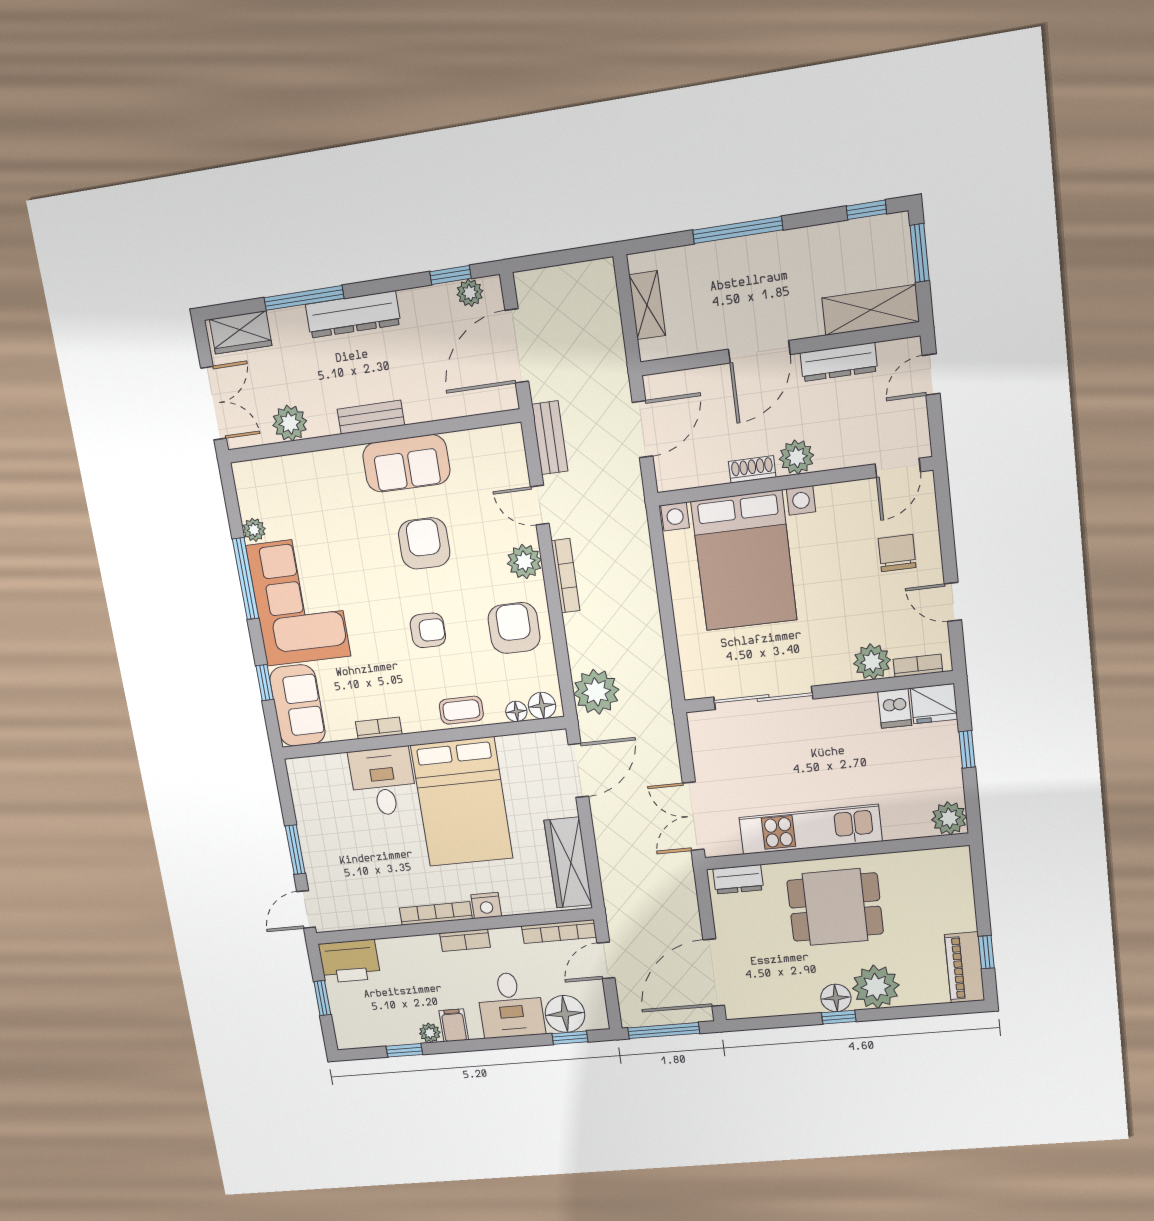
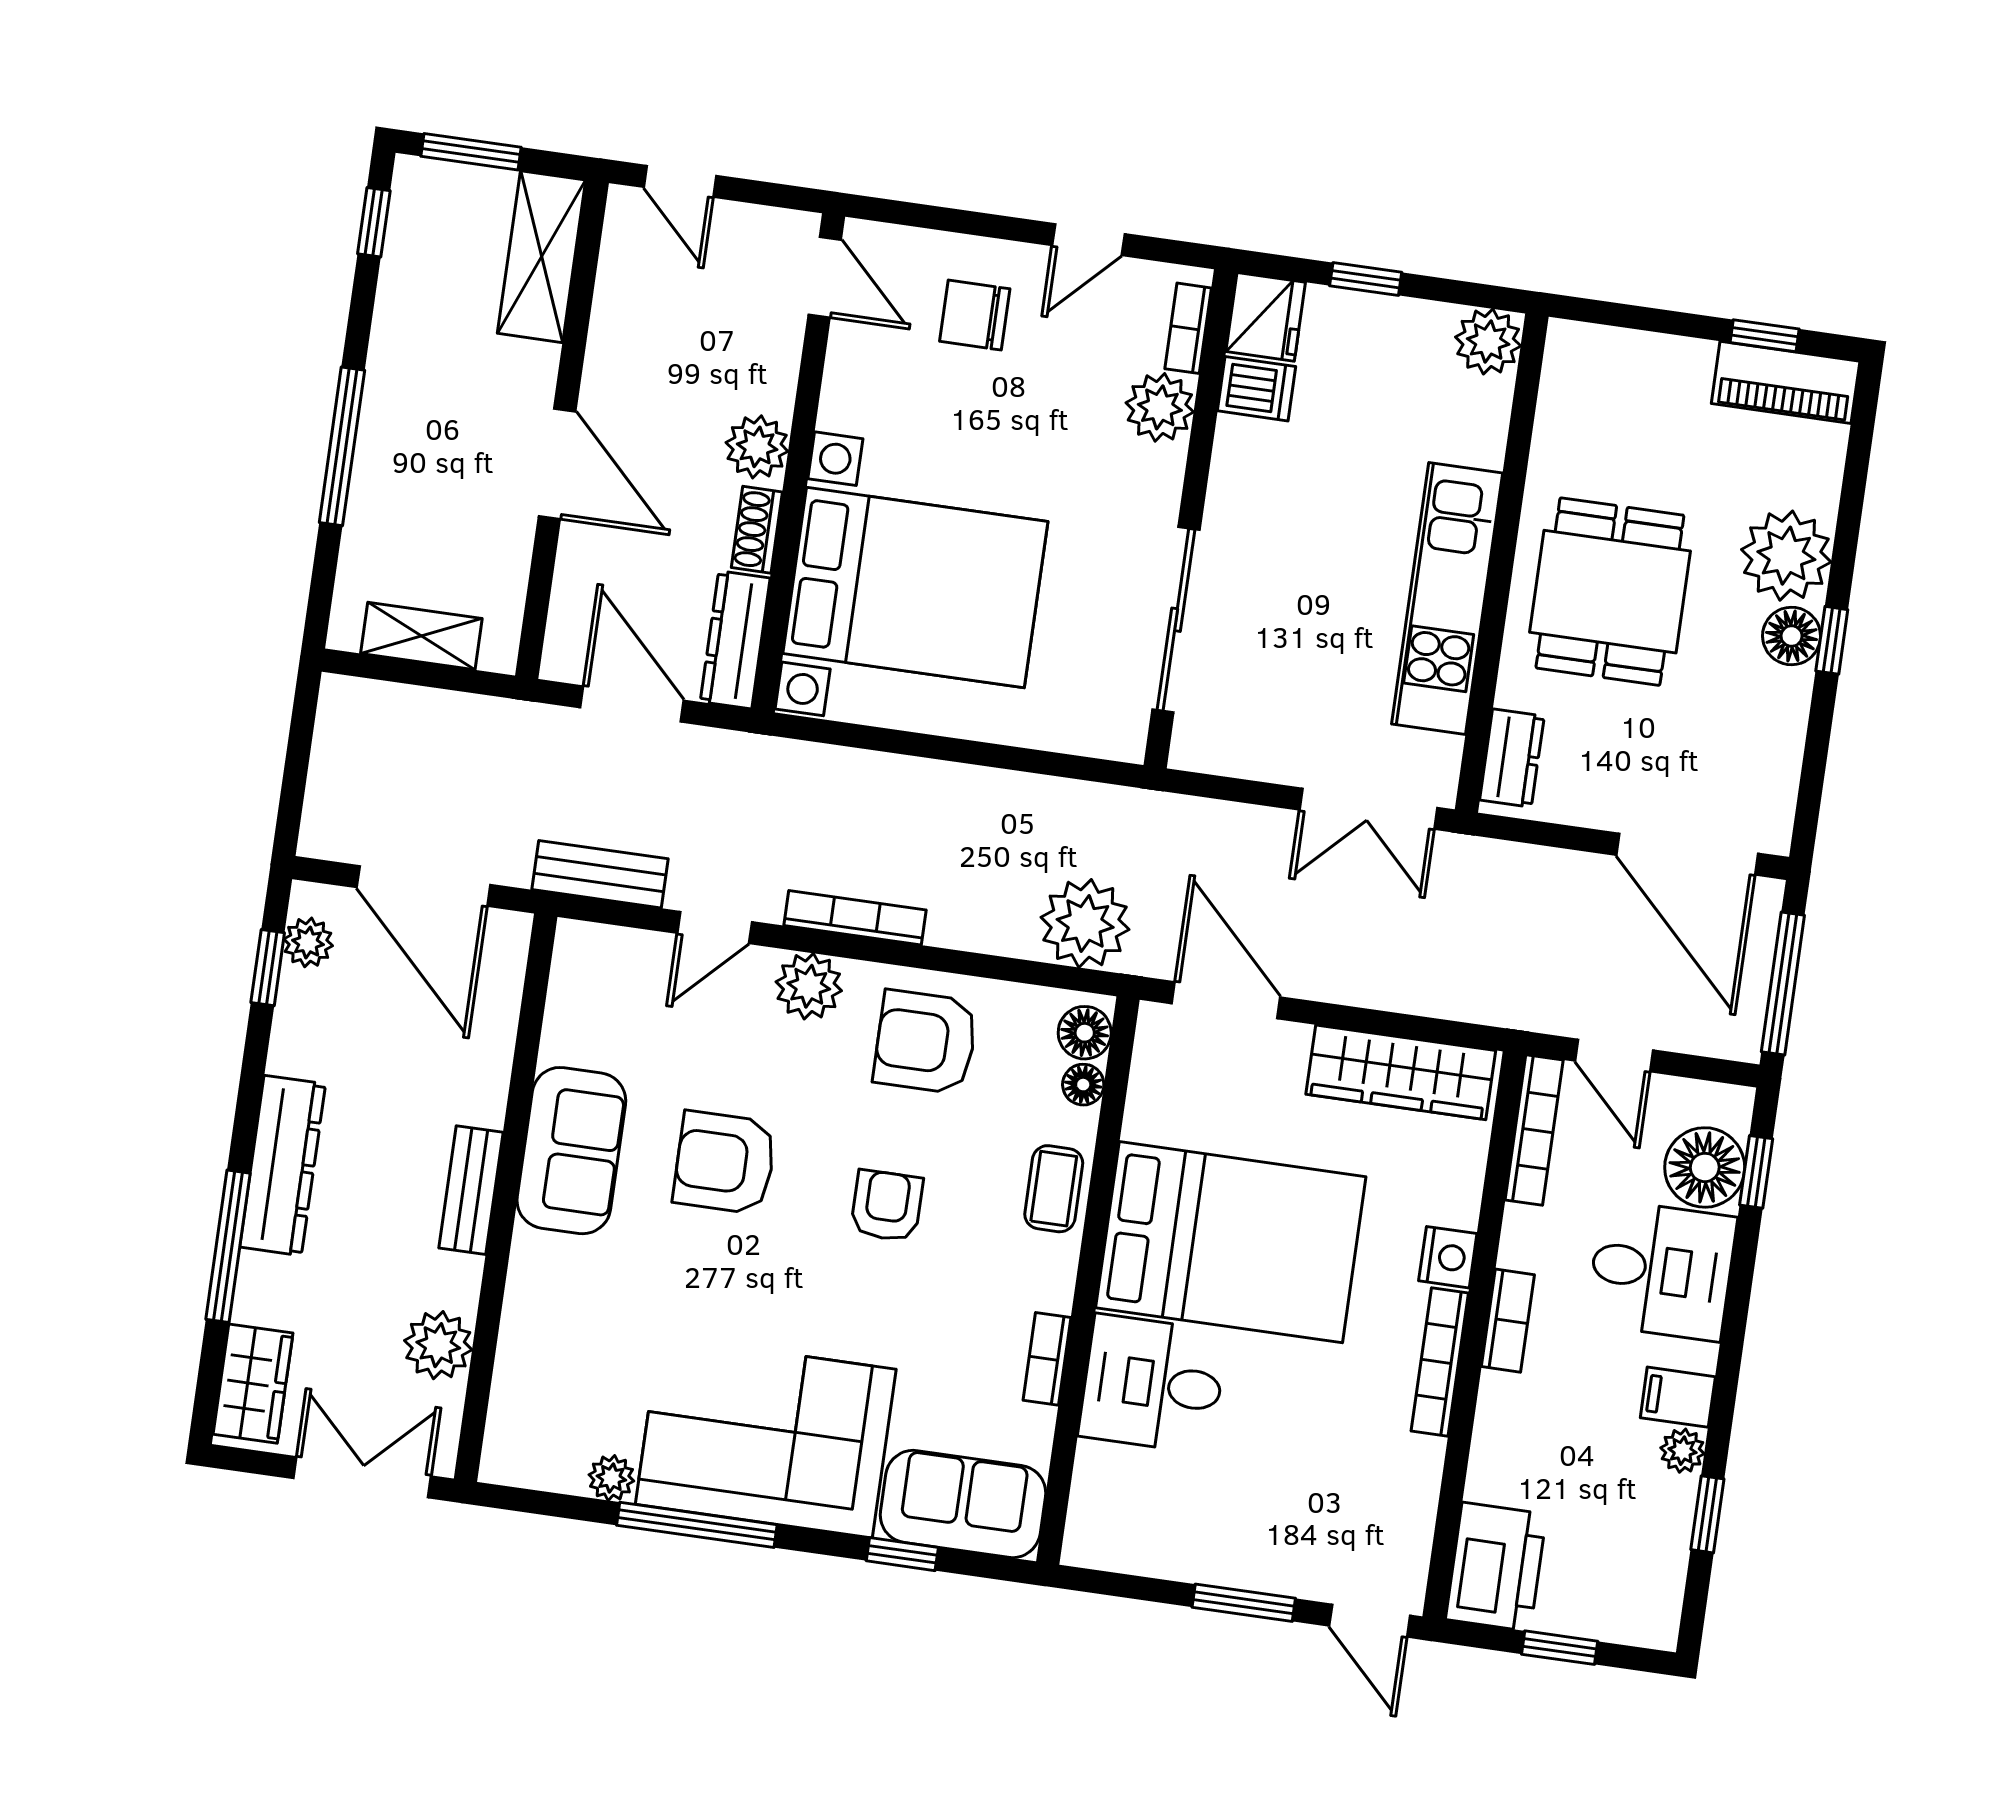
dresser: (839, 362) -> (735, 640), moved, turned 180

